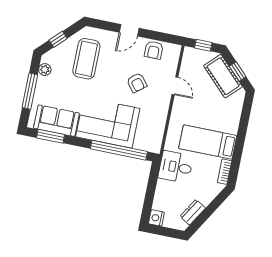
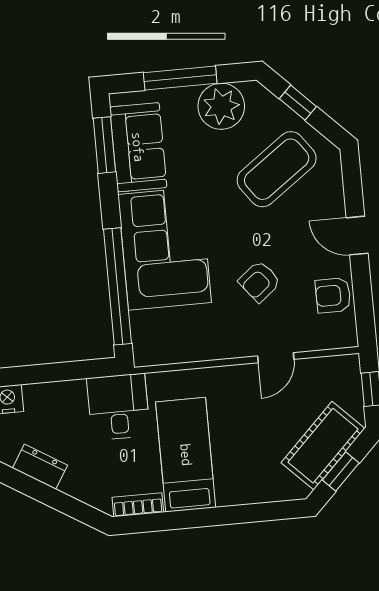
coffee table: (86, 59) -> (277, 169), turned -36
plant: (45, 70) -> (221, 106), width x1.88, depth x1.88

